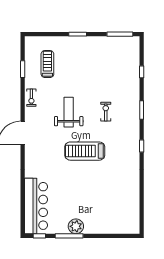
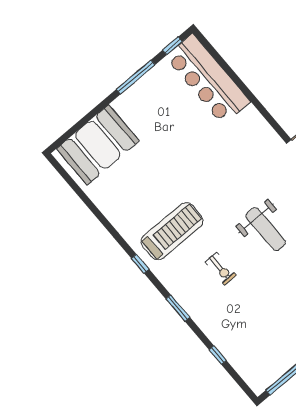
treadmill: (85, 151) -> (172, 231), moved
booth: (114, 219) -> (98, 145), added
plant: (76, 226) -> (137, 96), removed

